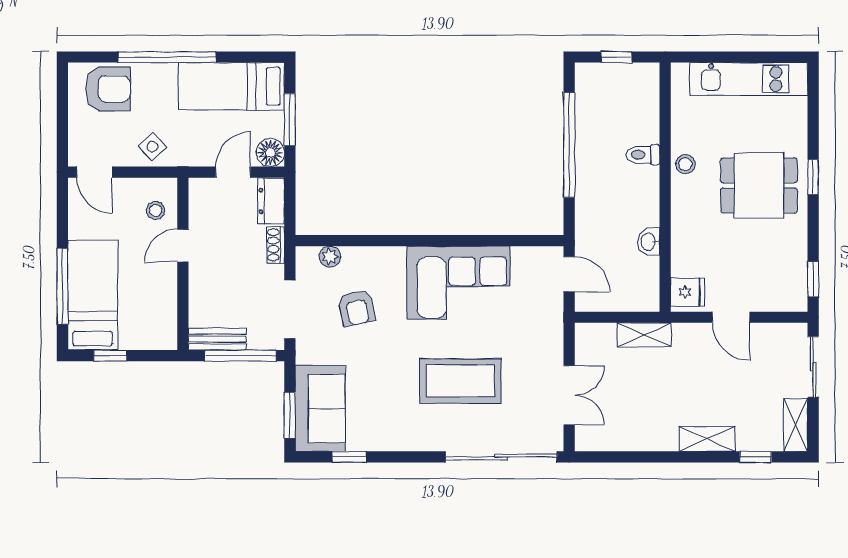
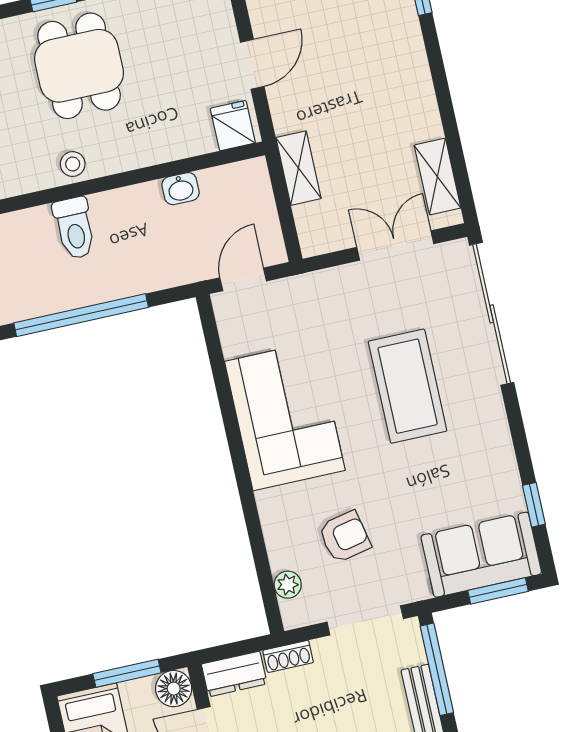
toilet: (643, 155) -> (74, 228), width x1.37, depth x1.39
shelving: (707, 439) -> (437, 177), moved

